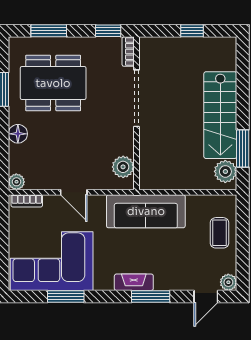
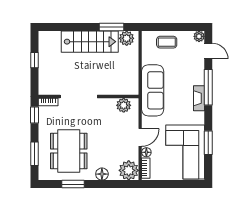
plant: (16, 182) -> (129, 170), width x1.88, depth x1.88
floor lamp: (51, 202) -> (146, 152), added
window: (151, 296) -> (208, 87), width x1.44

